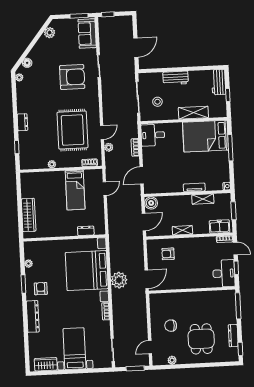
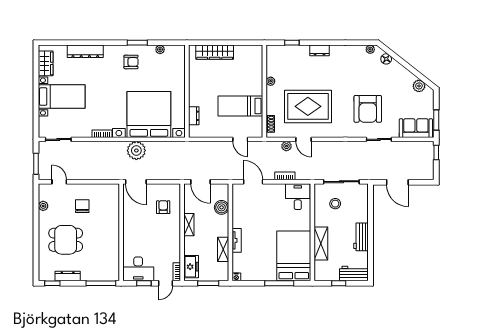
workbench: (176, 78) -> (361, 237), moved
boiler: (151, 203) -> (222, 207), moved
dresser: (33, 316) -> (85, 51), moved

